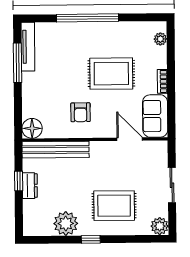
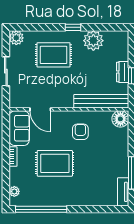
window: (87, 18) -> (41, 209), moved
tv unit: (28, 47) -> (123, 192), width x0.71

